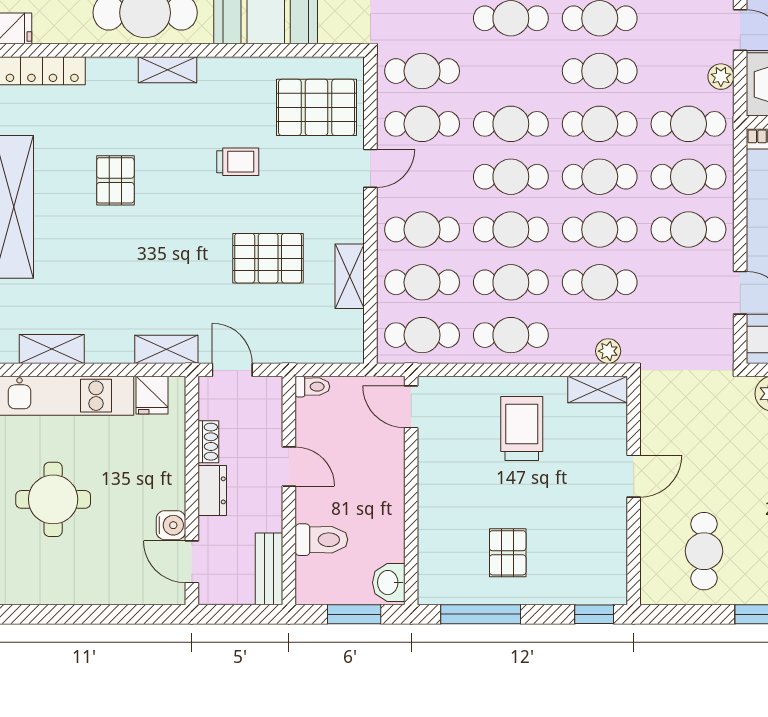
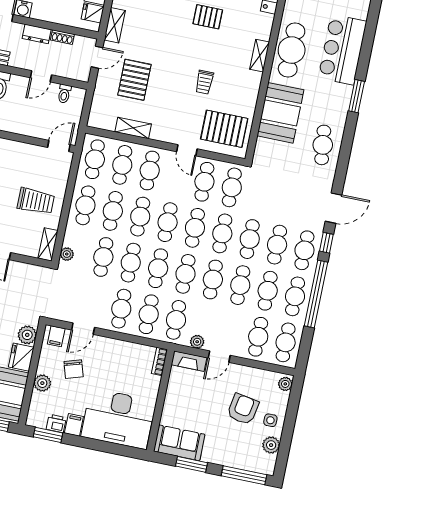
cafe table: (511, 71) -> (222, 233), added
pallet: (316, 107) -> (224, 129), turned 90
pallet: (268, 258) -> (134, 80), moved
toilet: (312, 387) -> (64, 94), moved

